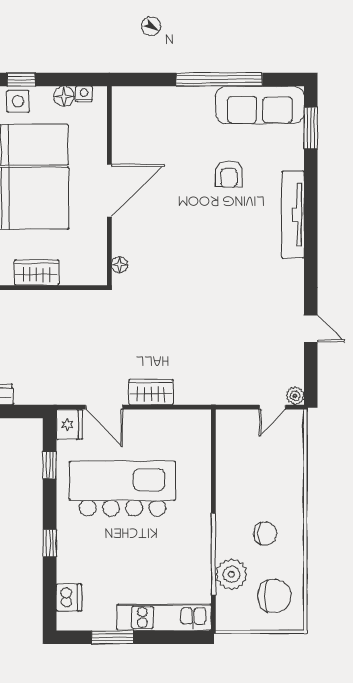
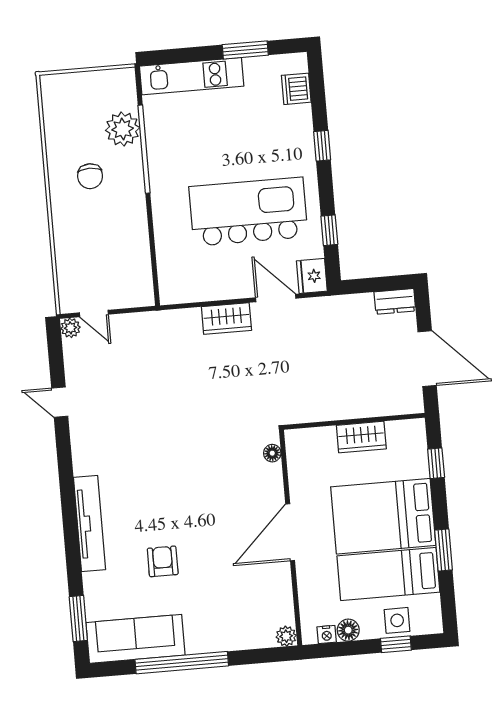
plant: (121, 96) -> (286, 636), added
door: (272, 407) -> (94, 314), swing flipped
kitchen island: (123, 489) -> (248, 212), turned 180
chair: (265, 534) -> (90, 176), turned -90
chair: (275, 596) -> (74, 110), removed

